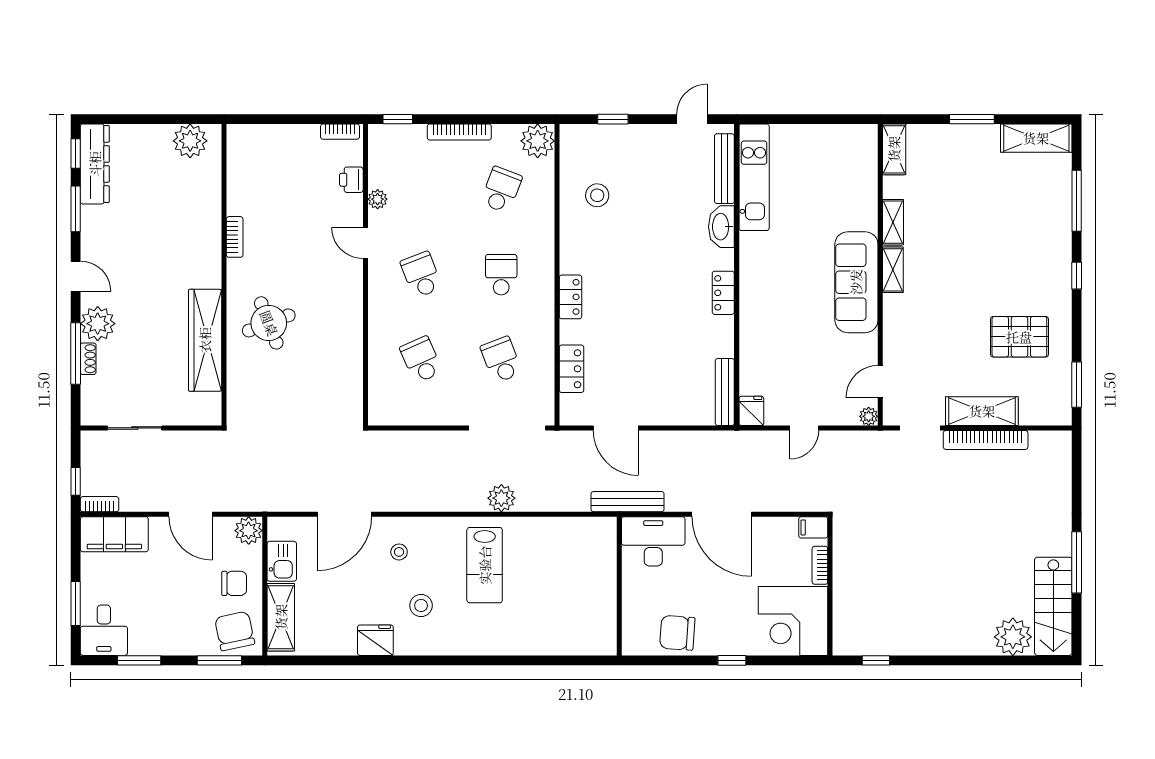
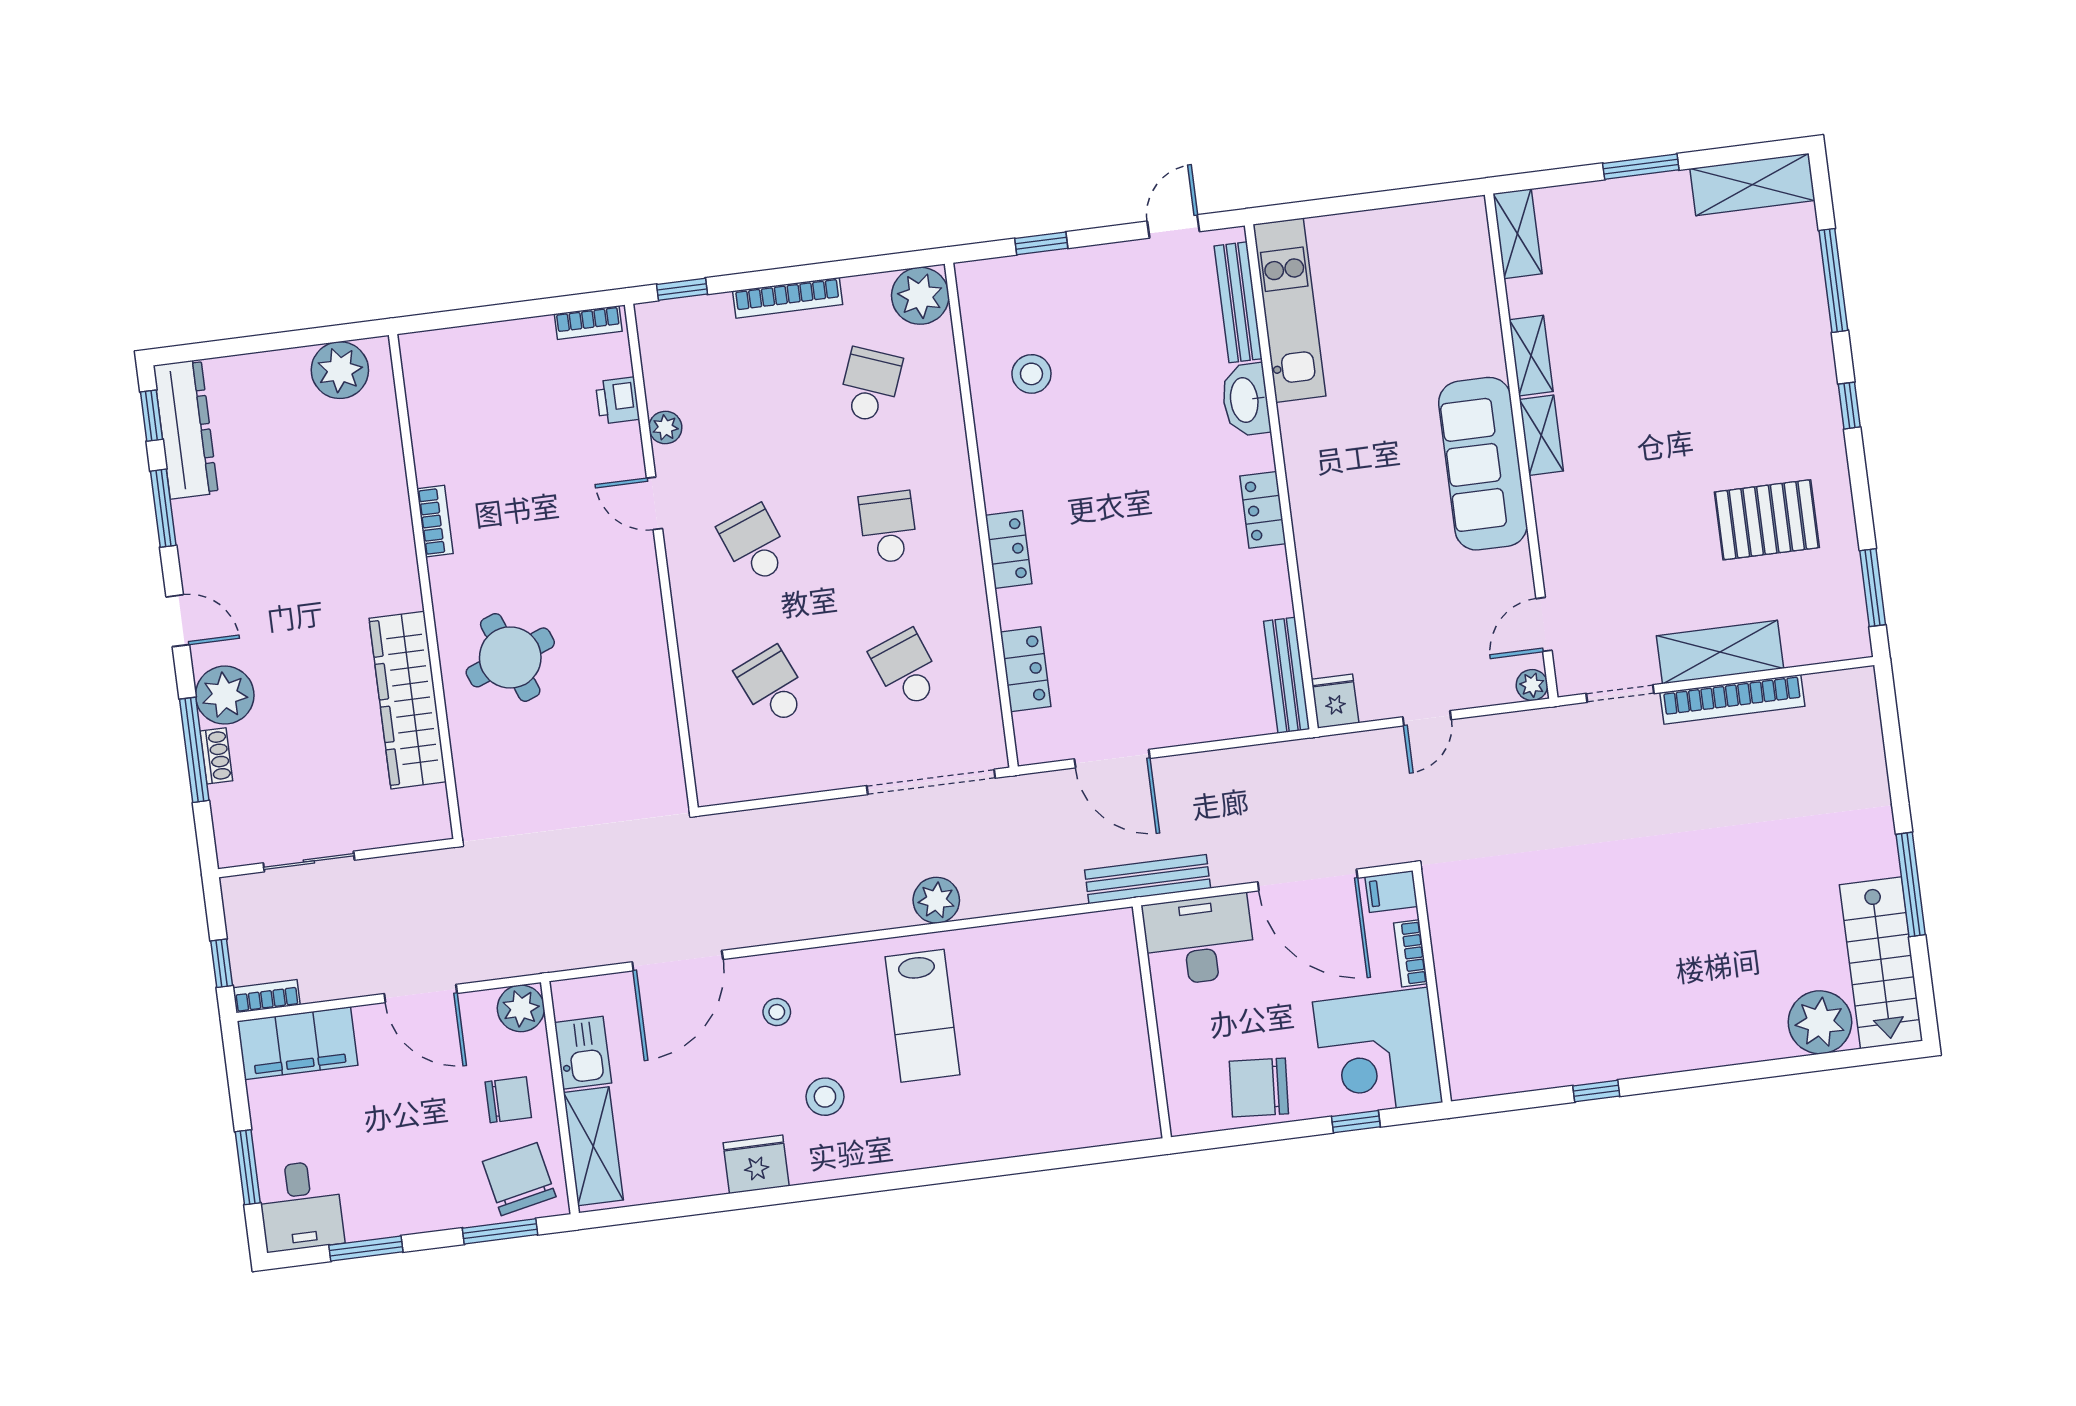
filing cabinet: (813, 527) -> (1391, 892), moved
bookcase: (820, 565) -> (1411, 953), moved
wall: (830, 586) -> (1432, 986), moved
corner desk: (793, 621) -> (1378, 1052), moved

